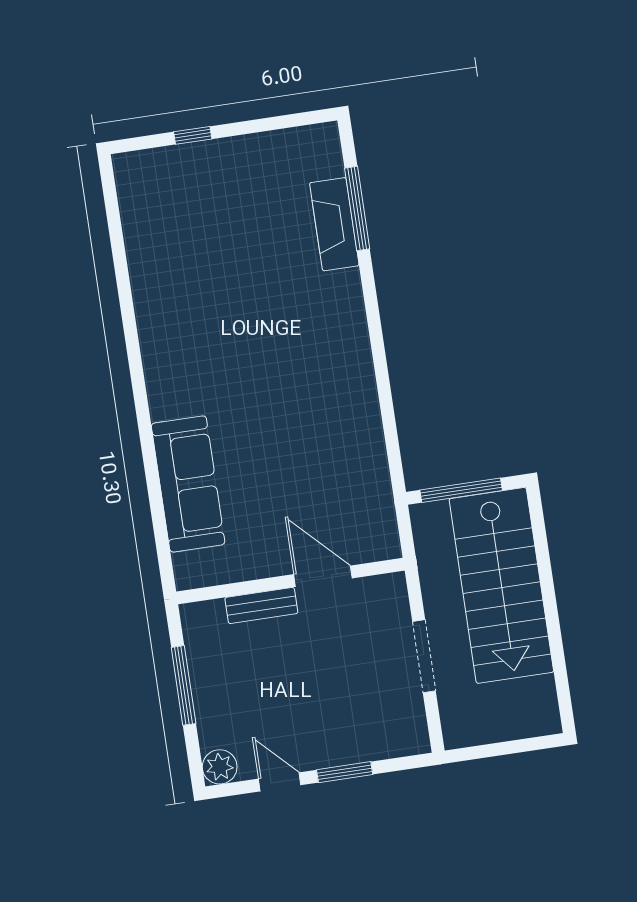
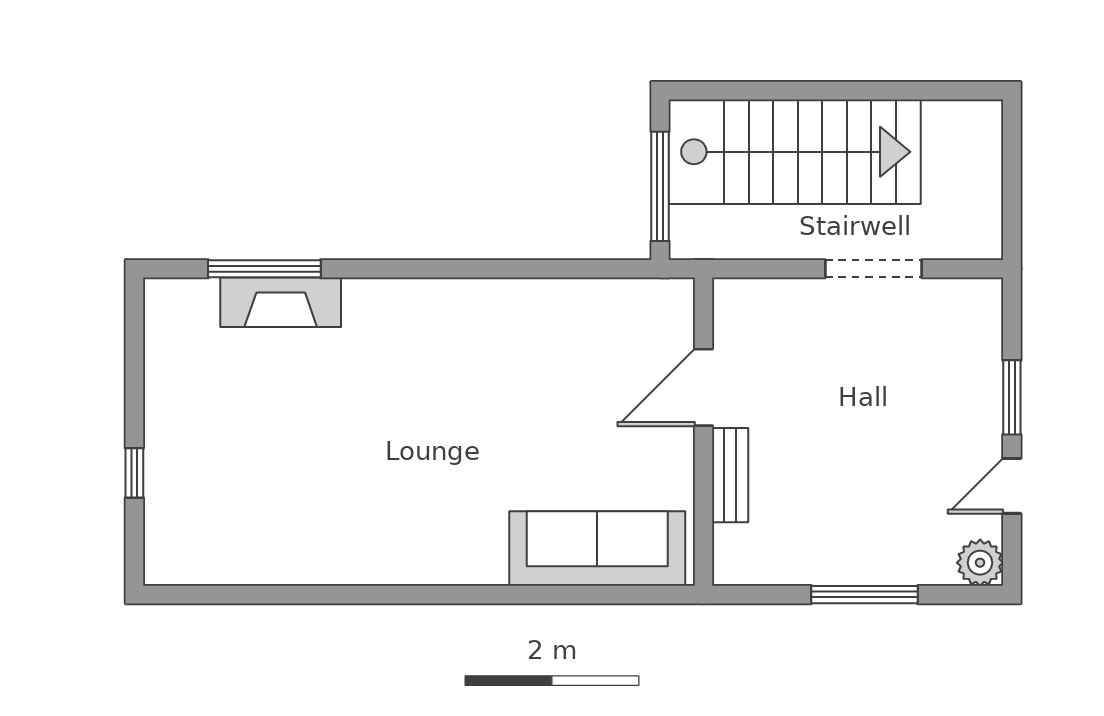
door: (323, 576) -> (703, 387), moved
wall: (290, 581) -> (703, 432), moved
bench: (261, 606) -> (730, 475), moved

